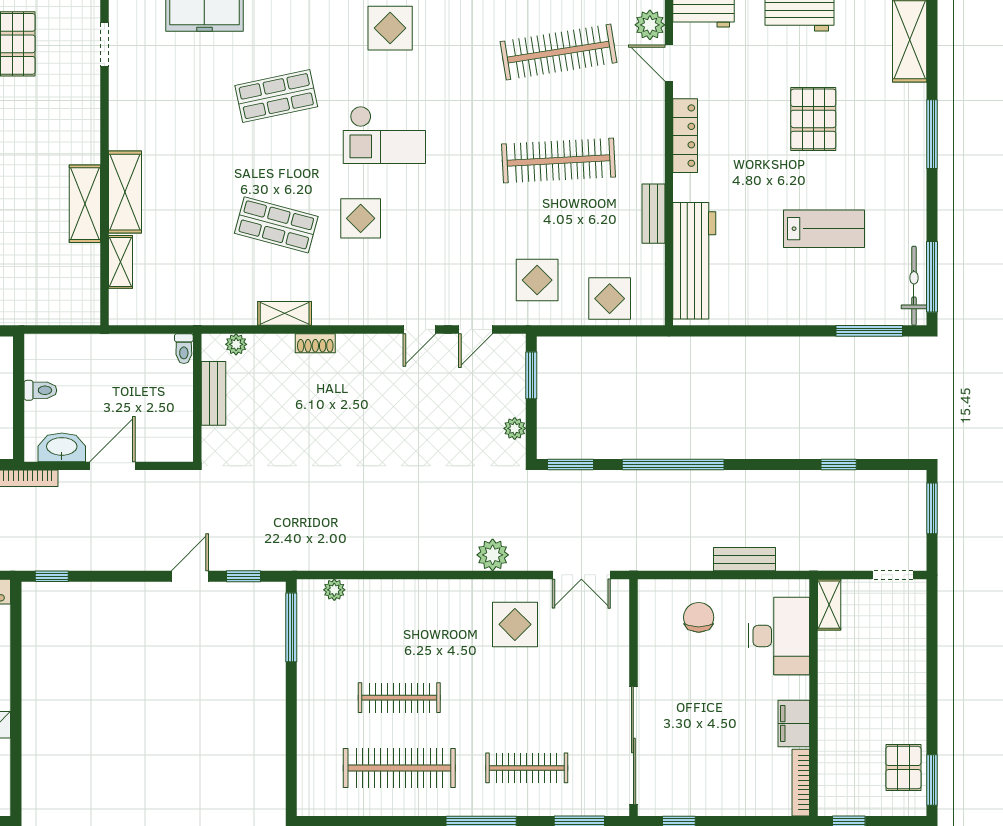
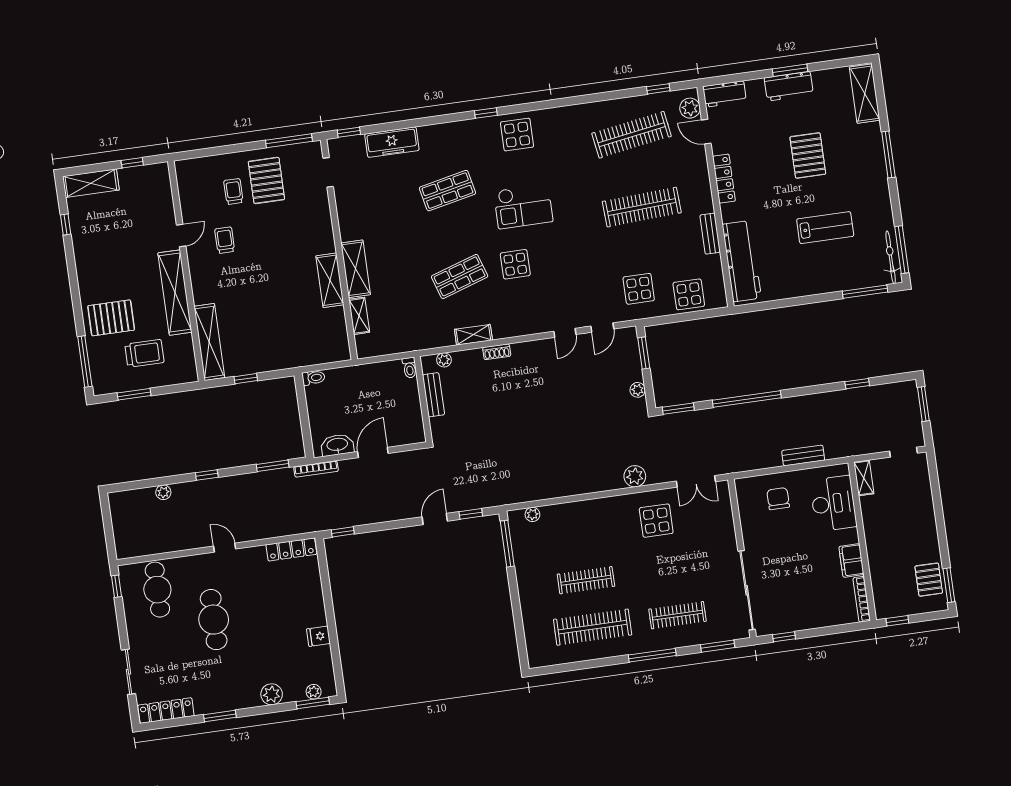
shop shelf: (276, 225) -> (460, 276), turned -33
toilet: (40, 390) -> (313, 378), moved

